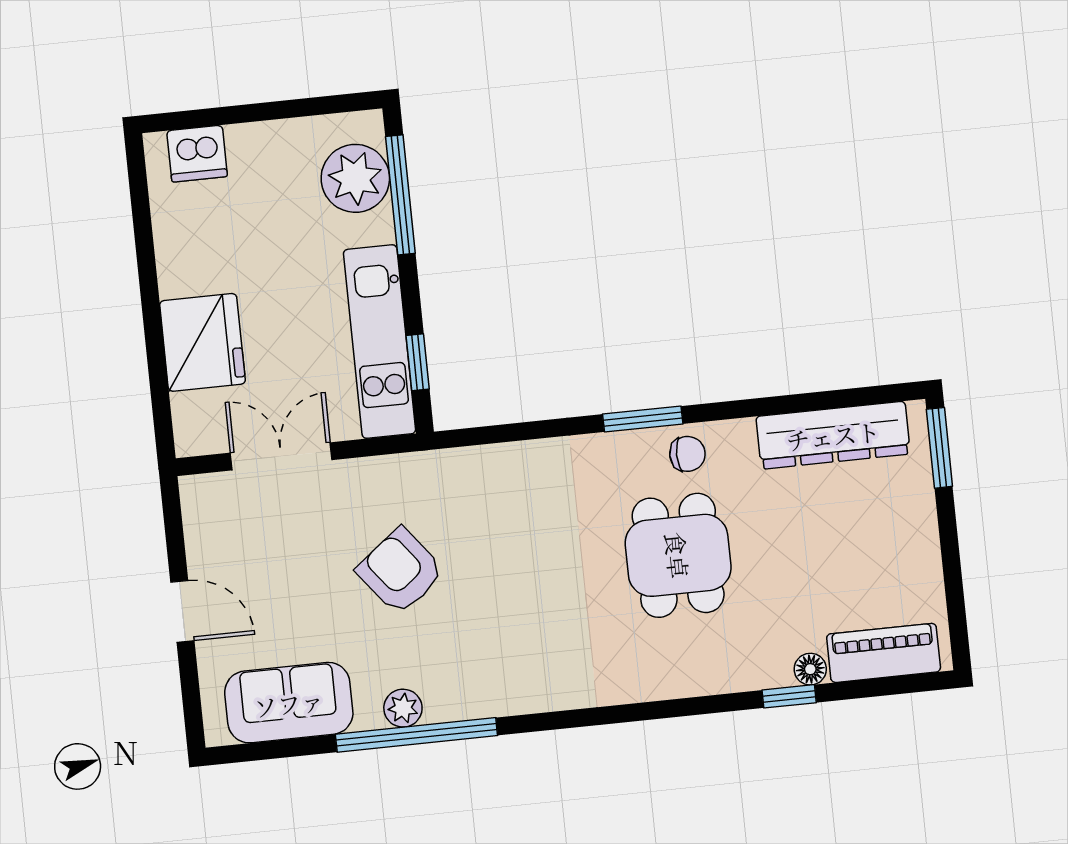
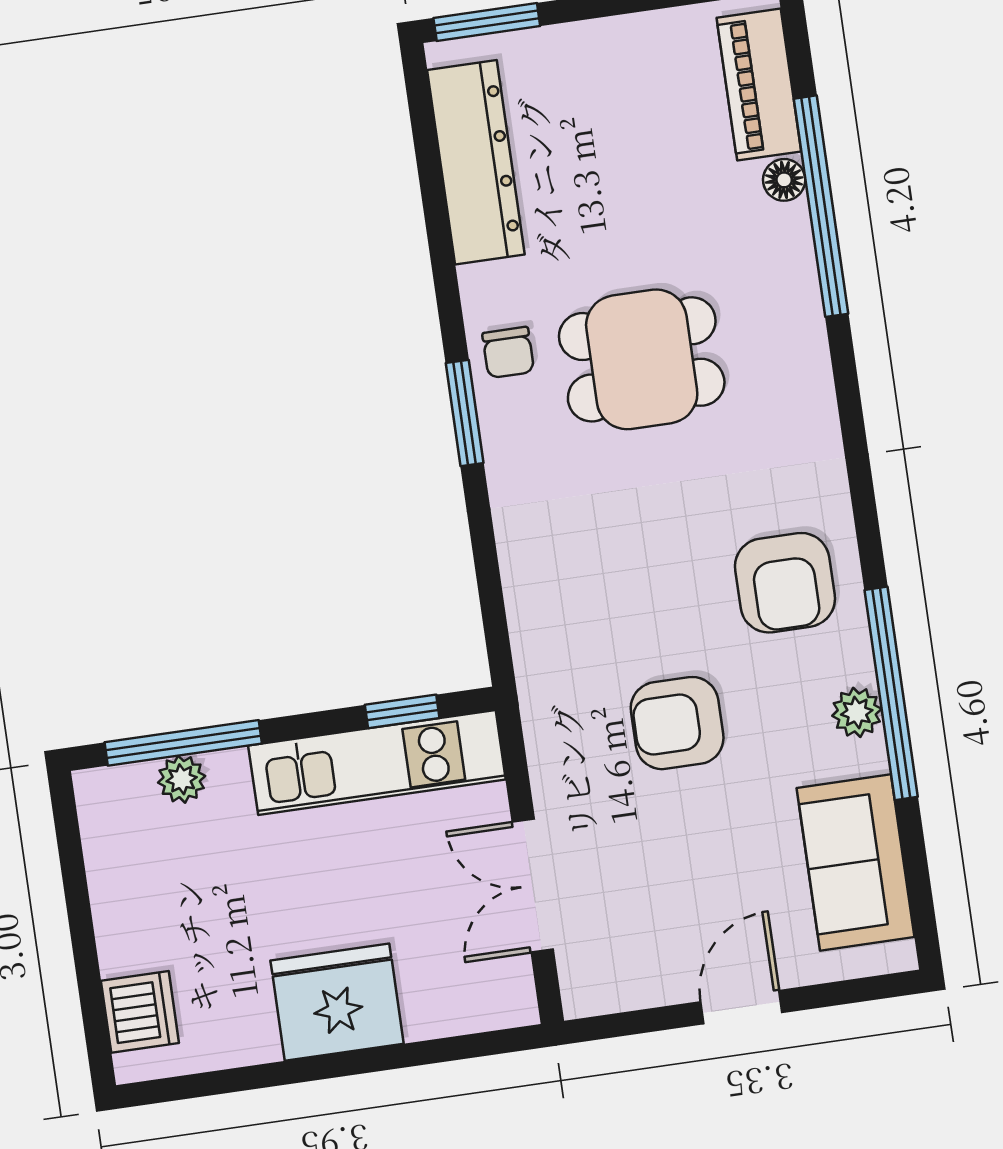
plant: (355, 178) -> (182, 779), width x0.53, depth x0.53
fridge: (202, 342) -> (337, 1002), moved
chair: (687, 454) -> (508, 352), turned 180
armchair: (400, 571) -> (677, 723), turned 38
armchair: (504, 657) -> (785, 583), added
window: (789, 696) -> (821, 206), width x3.17

